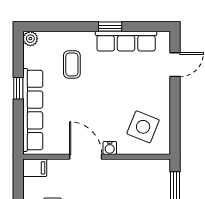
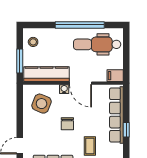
chair: (105, 97) -> (67, 124), added
kitchen counter: (136, 170) -> (47, 74), added

